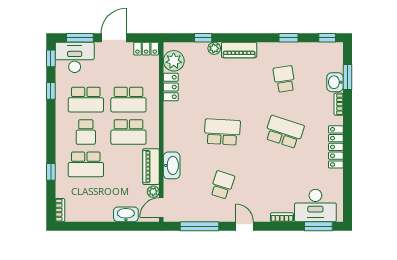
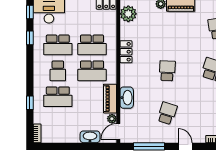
locker: (171, 87) -> (126, 52), moved
school desk: (222, 132) -> (167, 71), width x0.54

